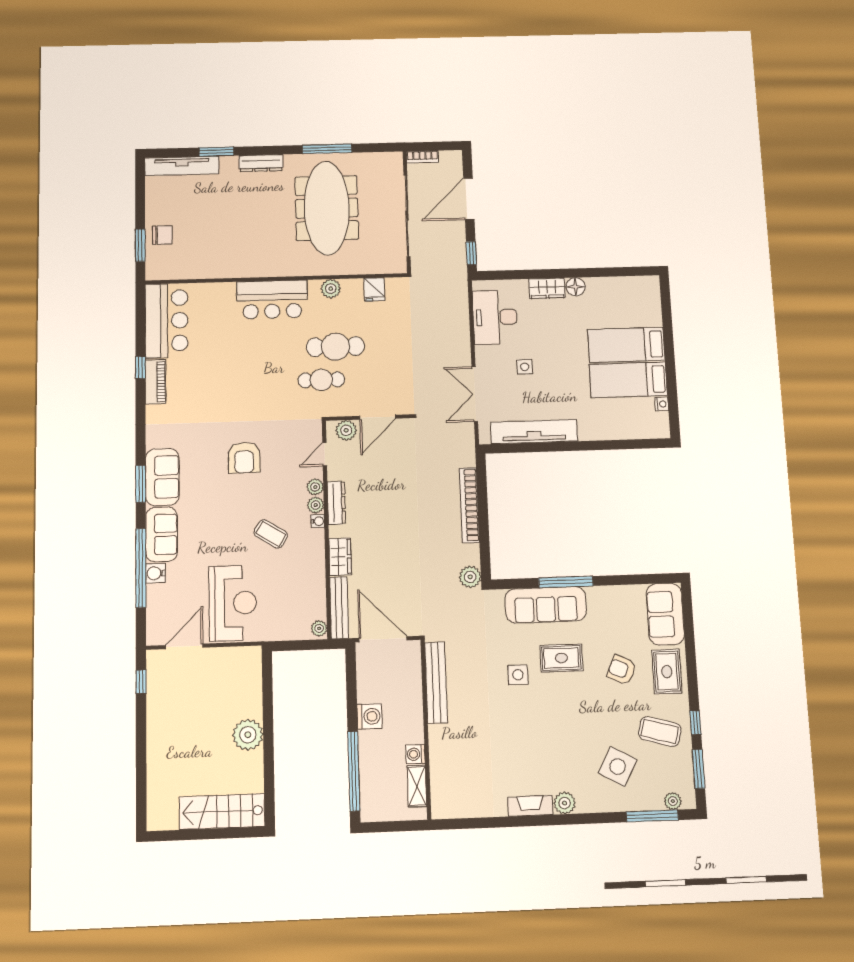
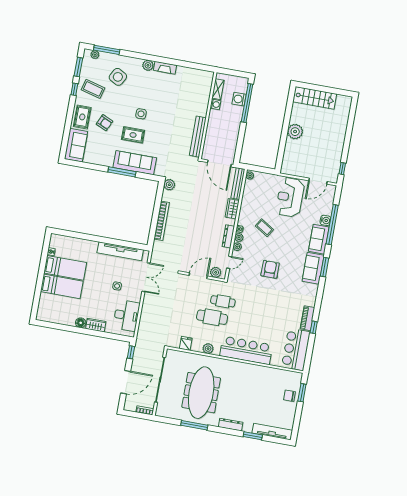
bar counter: (272, 300) -> (246, 350), width x1.36
side table: (518, 675) -> (141, 114), moved
washing machine: (370, 716) -> (239, 99), moved

